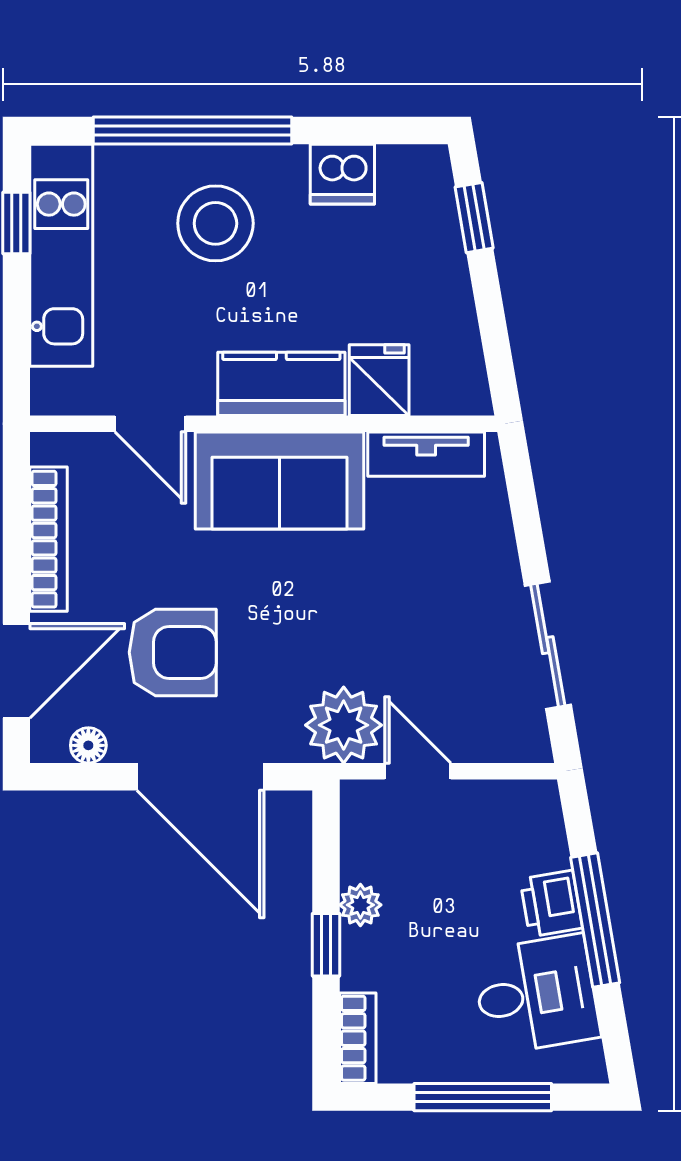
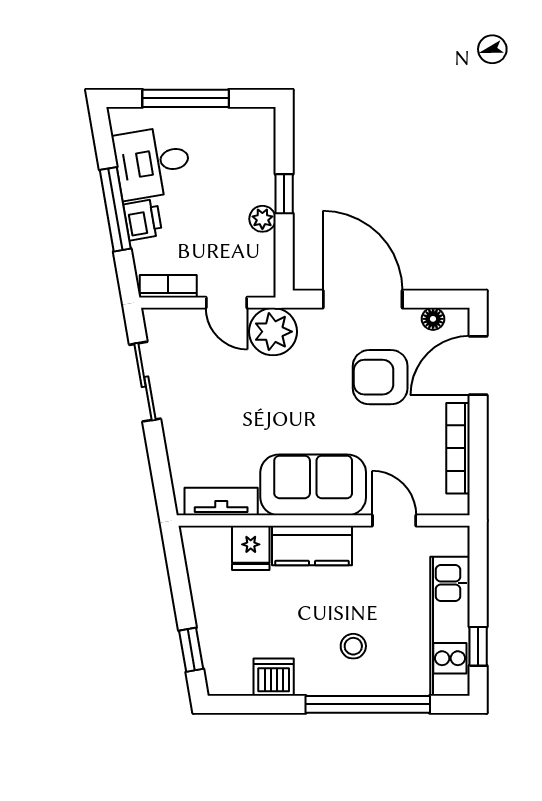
stool: (215, 223) -> (353, 646), width x0.53, depth x0.53
bookcase: (358, 1038) -> (168, 286), moved, turned 90

